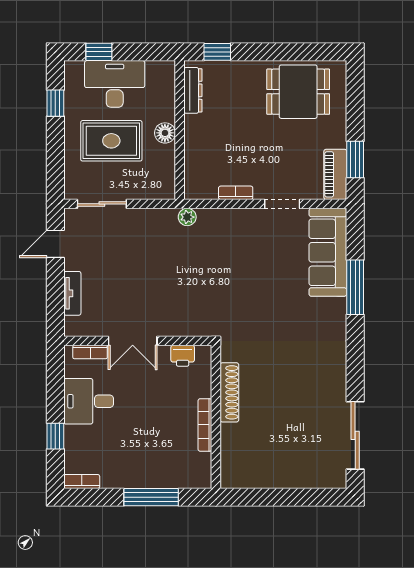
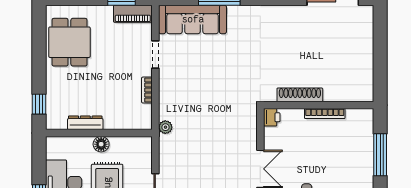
dresser: (193, 90) -> (85, 123), moved
printer: (183, 356) -> (272, 117), moved

